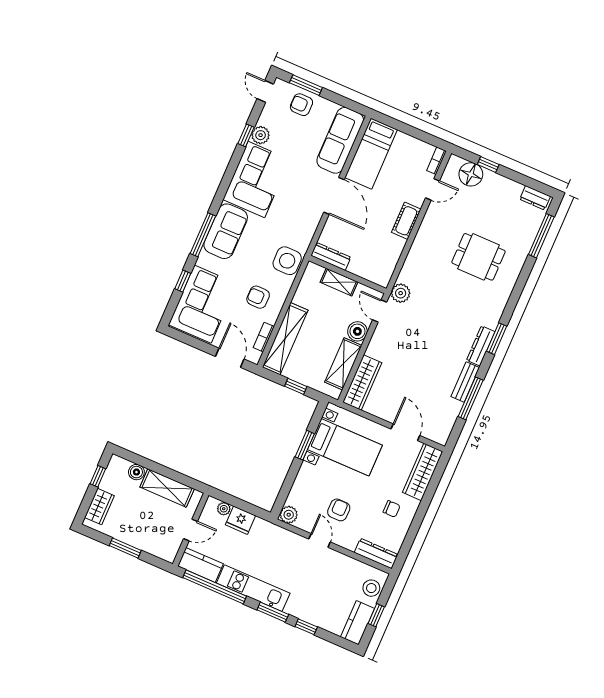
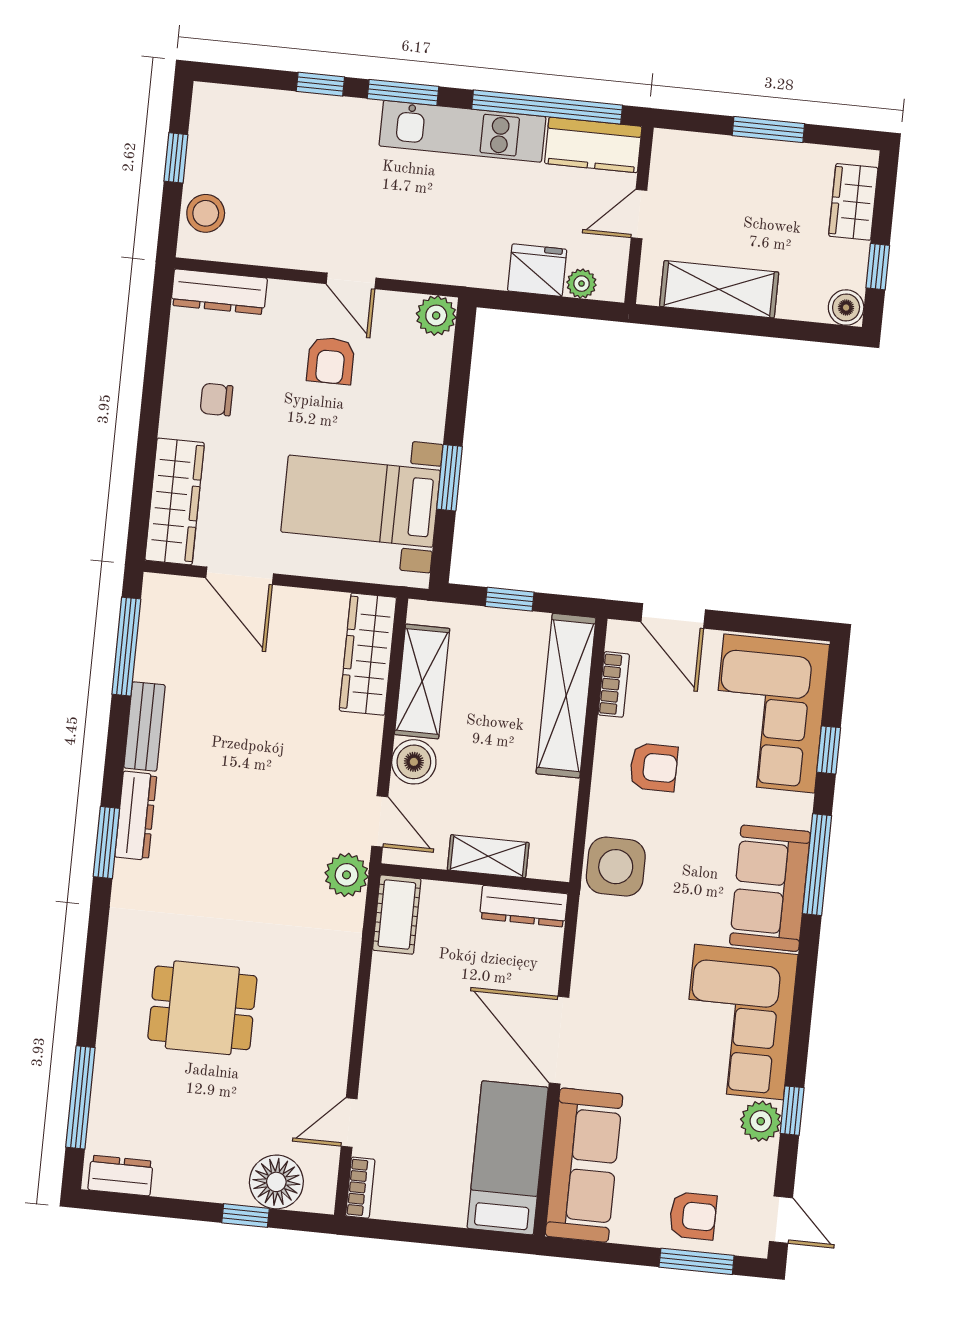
cot: (406, 221) -> (397, 915), moved
window: (471, 398) -> (126, 647), moved
boiler: (136, 472) -> (846, 308), moved
kitchen counter: (358, 623) -> (211, 128), removed

